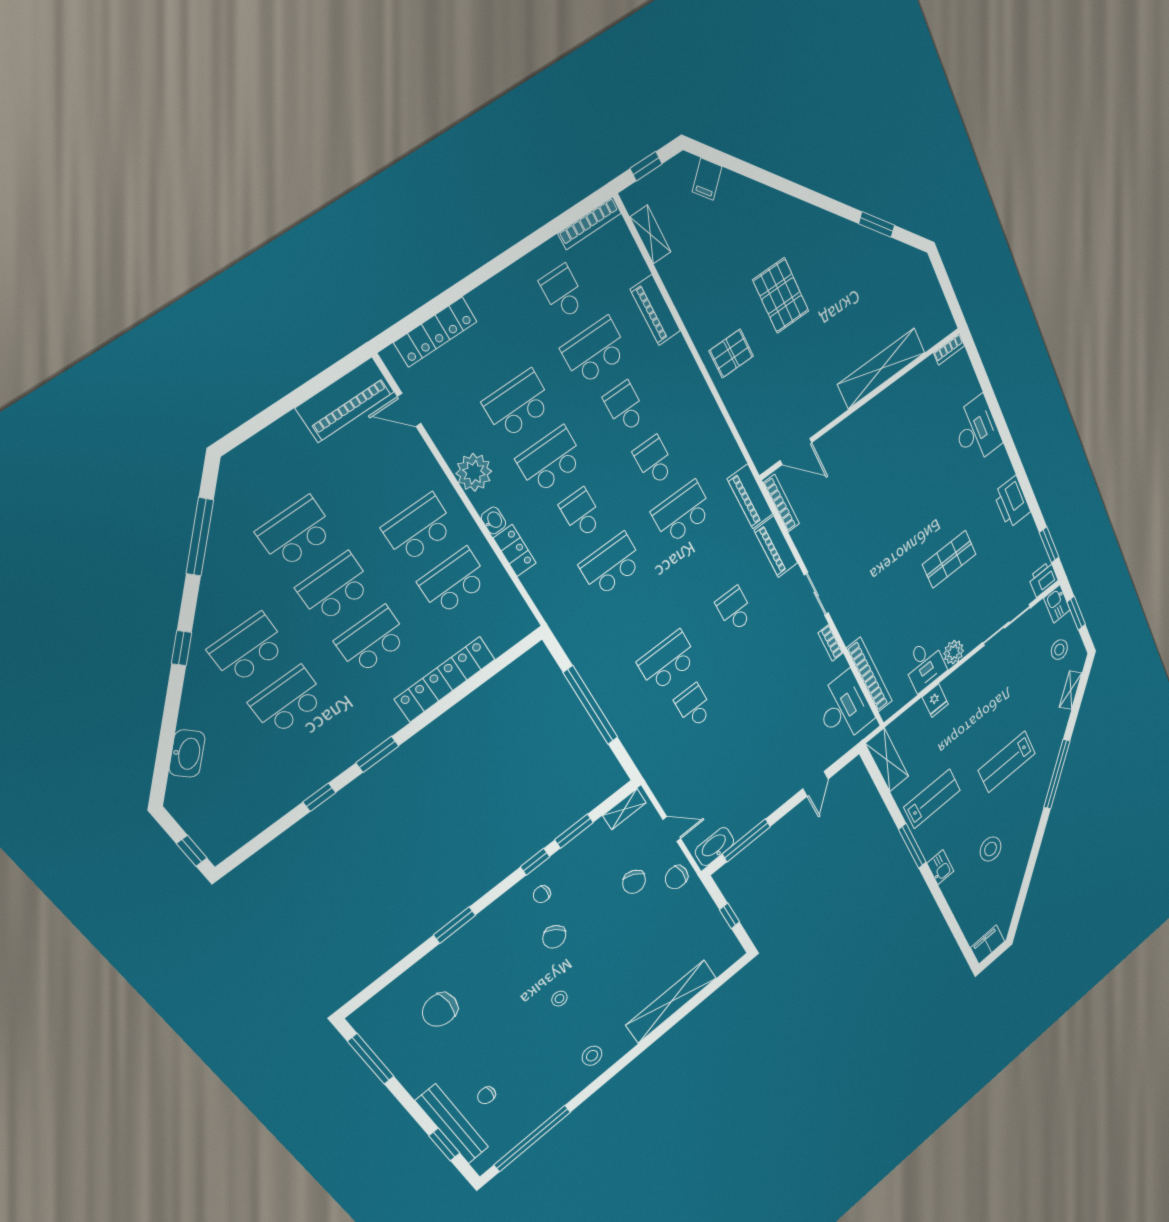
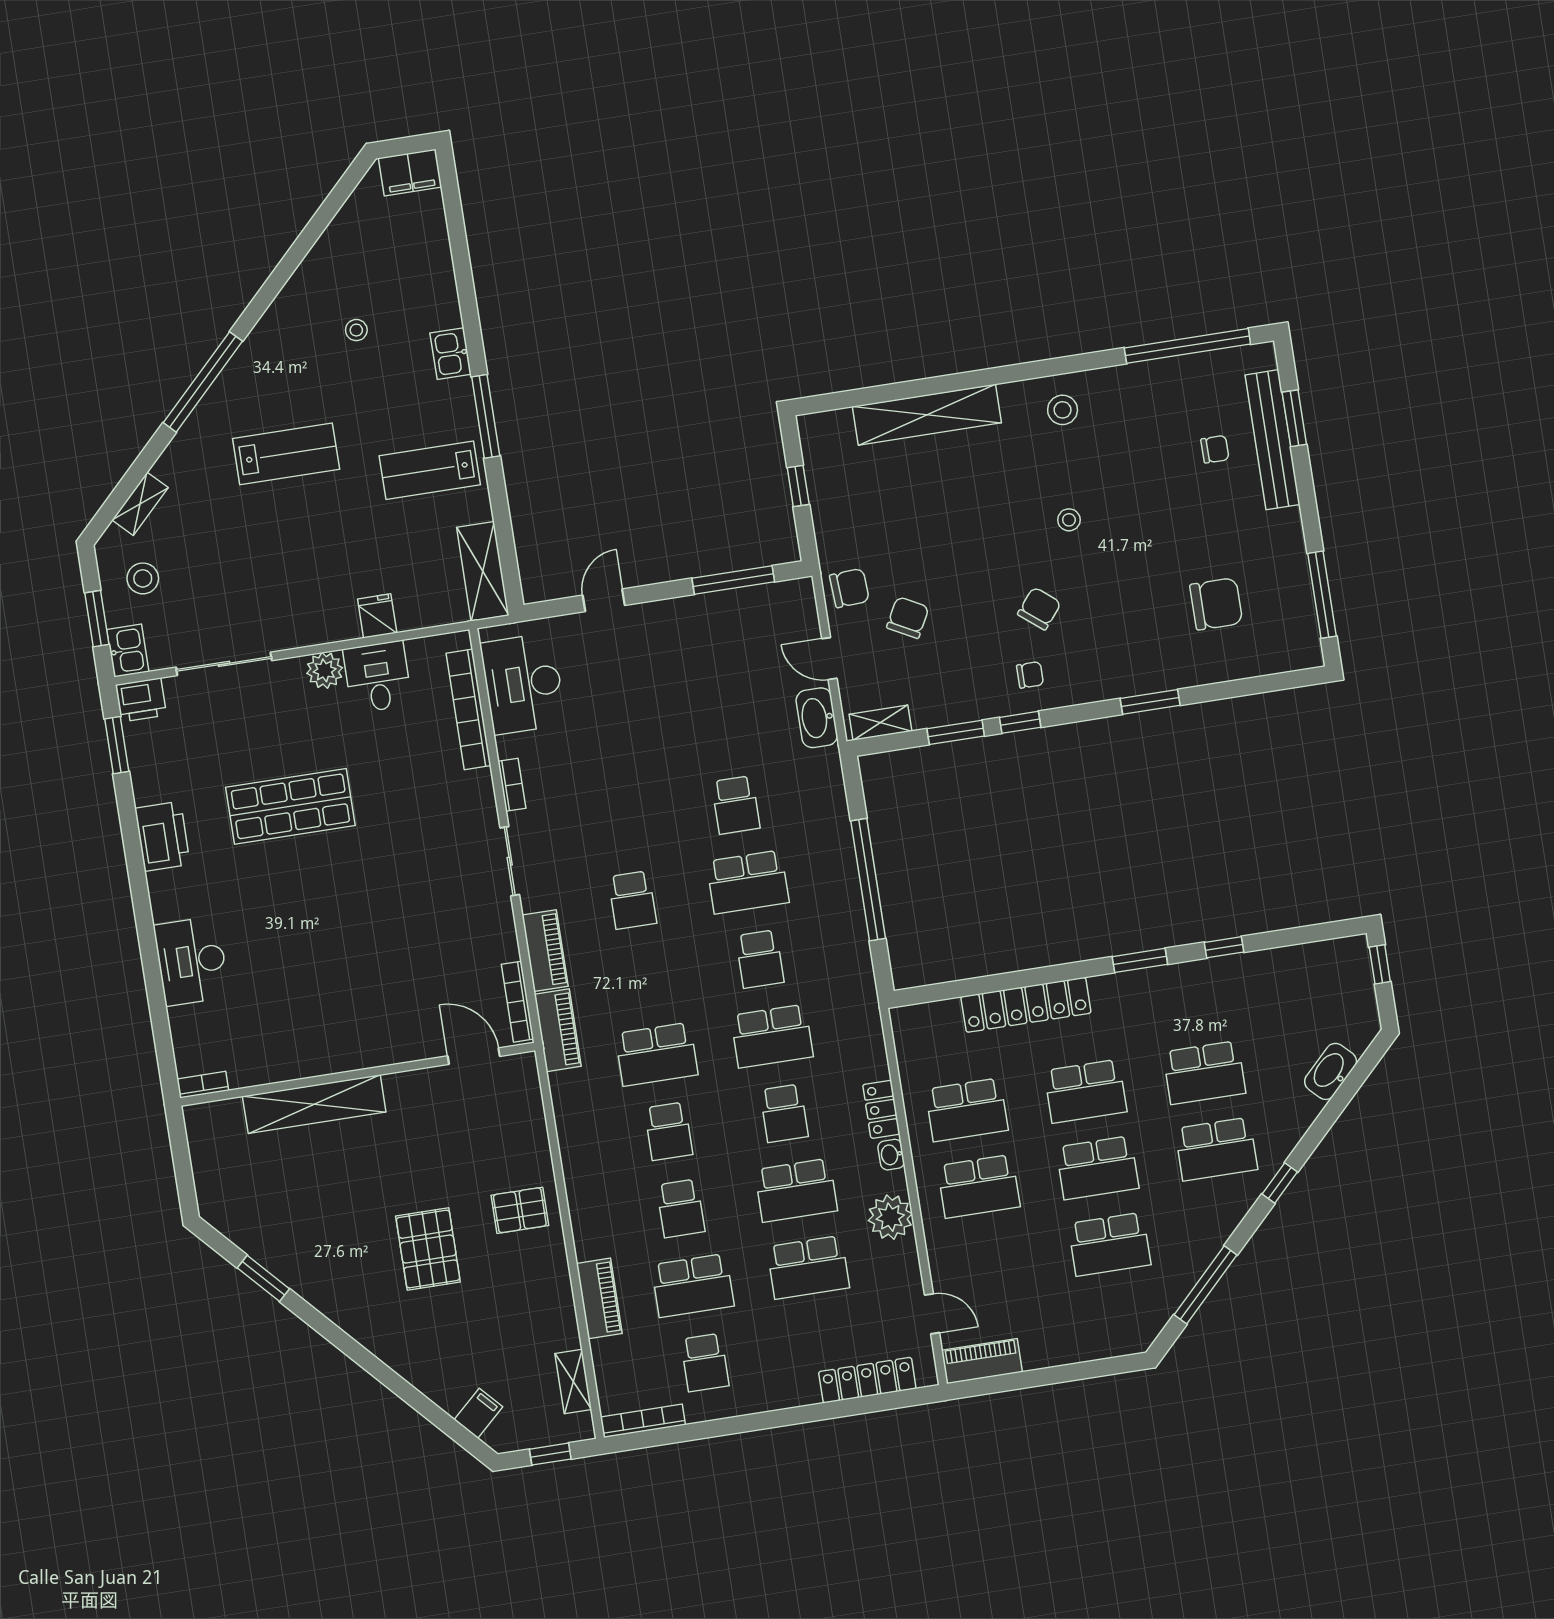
piano: (345, 400) -> (982, 1361), width x0.73, depth x0.75
shop shelf: (949, 559) -> (290, 806), width x1.43, depth x1.36
school desk: (640, 614) -> (760, 959), added
washbasin: (715, 847) -> (817, 718), moved, turned 90
stool: (991, 849) -> (356, 330), width x0.53, depth x0.53

